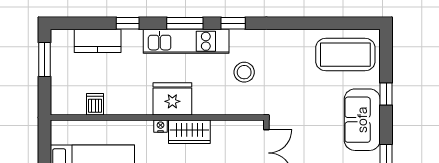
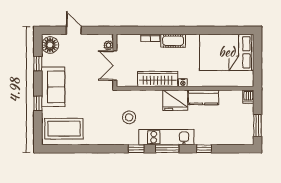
kitchen counter: (98, 41) -> (204, 97), moved, turned 180
dishwasher: (95, 104) -> (248, 97), moved
wardrobe: (189, 132) -> (158, 79), width x1.50

